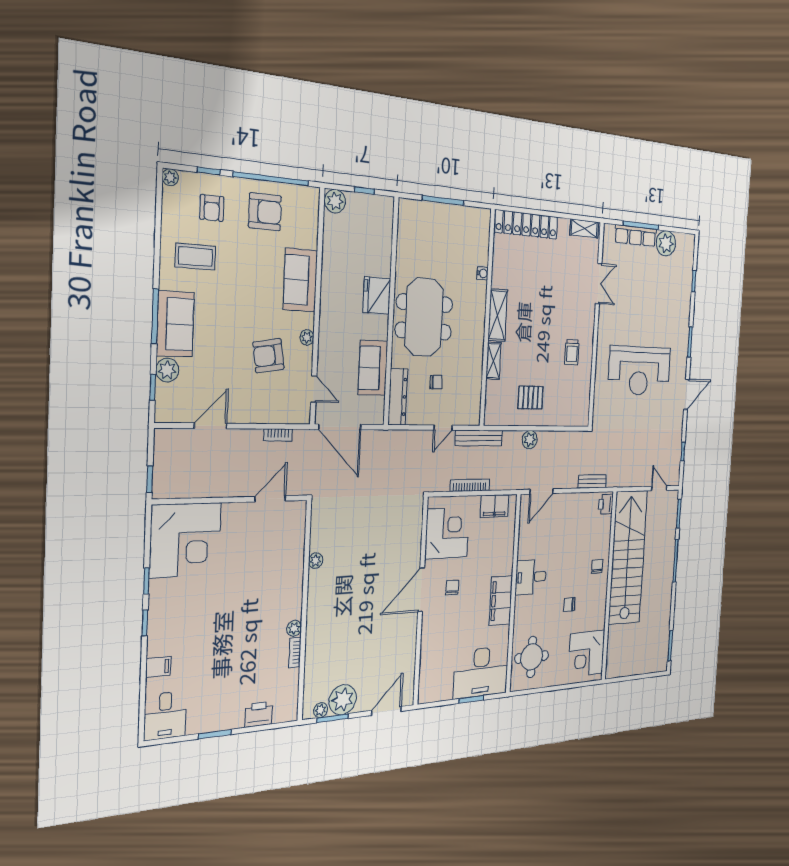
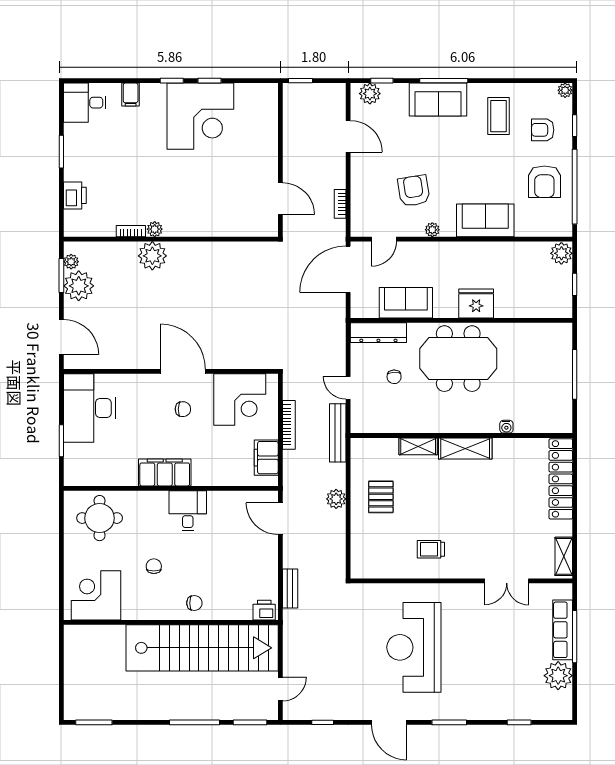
plant: (167, 370) -> (370, 94), moved
corner desk: (185, 540) -> (200, 116), moved, turned -90
plant: (316, 561) -> (152, 256), moved, width x1.87, depth x1.87
desk: (481, 672) -> (89, 408), moved

